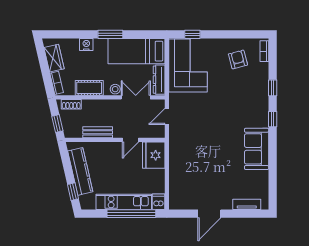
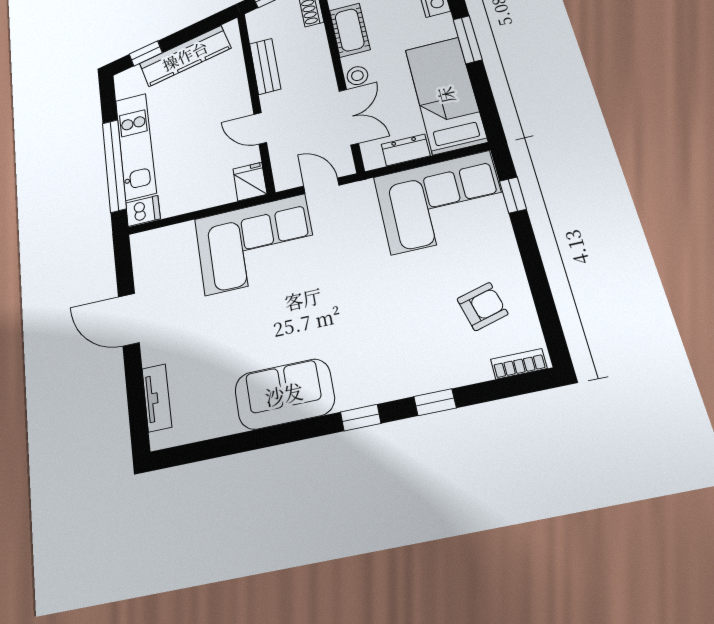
dresser: (159, 80) -> (406, 150), width x0.70
corner sofa: (188, 151) -> (255, 244), added
fridge: (154, 155) -> (250, 182), width x0.53, depth x0.75

